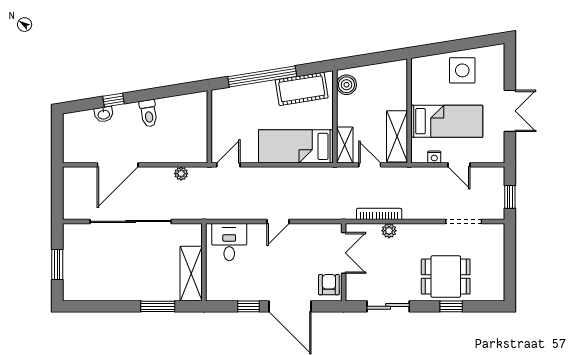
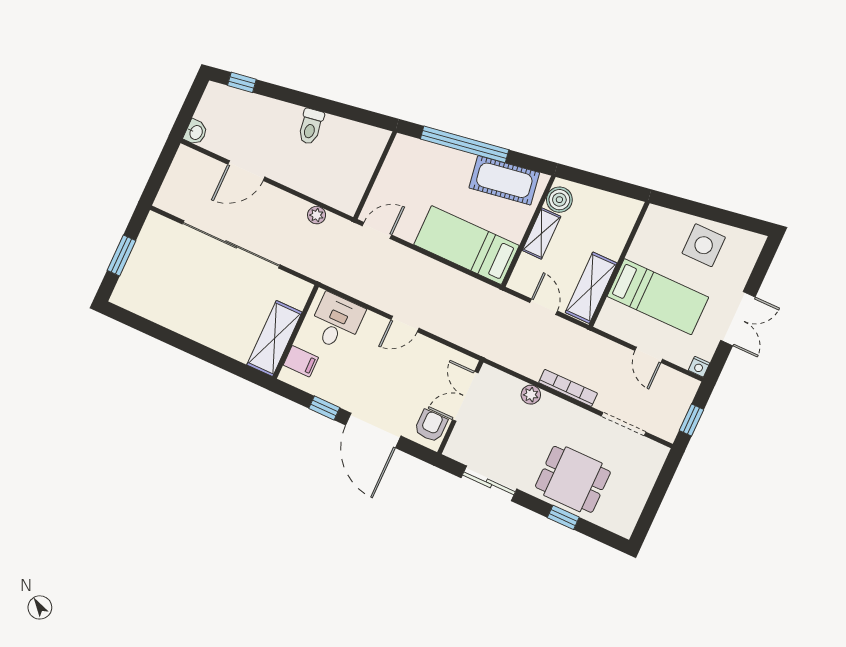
window: (114, 100) -> (242, 82), moved
washbasin: (104, 114) -> (196, 132), moved, turned -81
shelving: (345, 145) -> (541, 233), moved
nightstand: (434, 157) -> (699, 367), moved
door: (118, 165) -> (246, 171), width x0.73
bookcase: (379, 214) -> (568, 388), moved
double door: (344, 253) -> (465, 396), swing flipped
filing cabinet: (217, 281) -> (301, 361), added
window: (158, 306) -> (217, 359), removed

